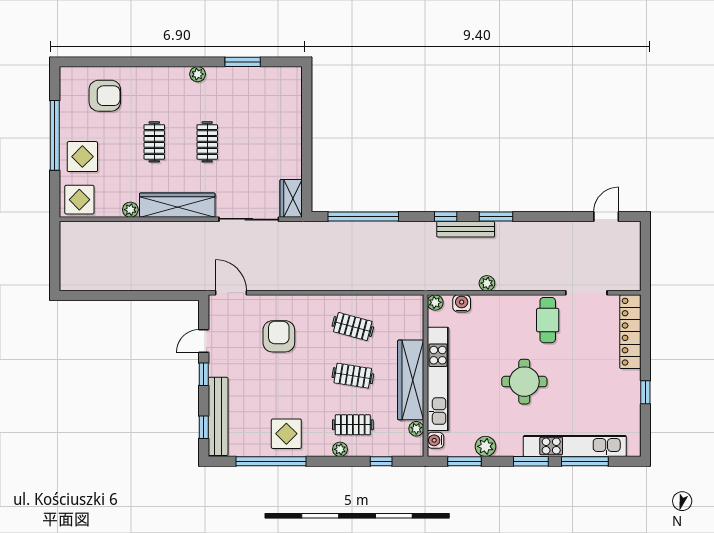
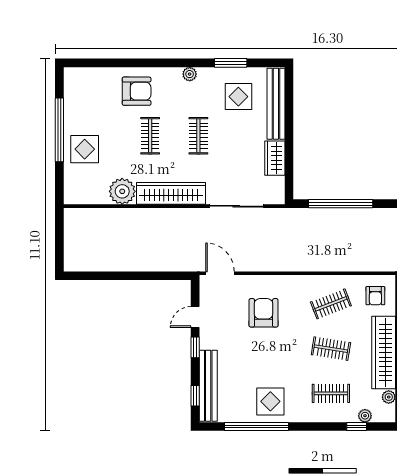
armchair: (105, 96) -> (137, 91), moved
bench: (292, 107) -> (276, 104), added
wardrobe: (291, 198) -> (275, 158), moved
display table: (79, 200) -> (238, 97), moved
plant: (130, 210) -> (122, 191), width x1.87, depth x1.87
armchair: (402, 318) -> (375, 296), added
clothes rail: (353, 327) -> (331, 304), turned -36
plant: (340, 449) -> (365, 416), moved

